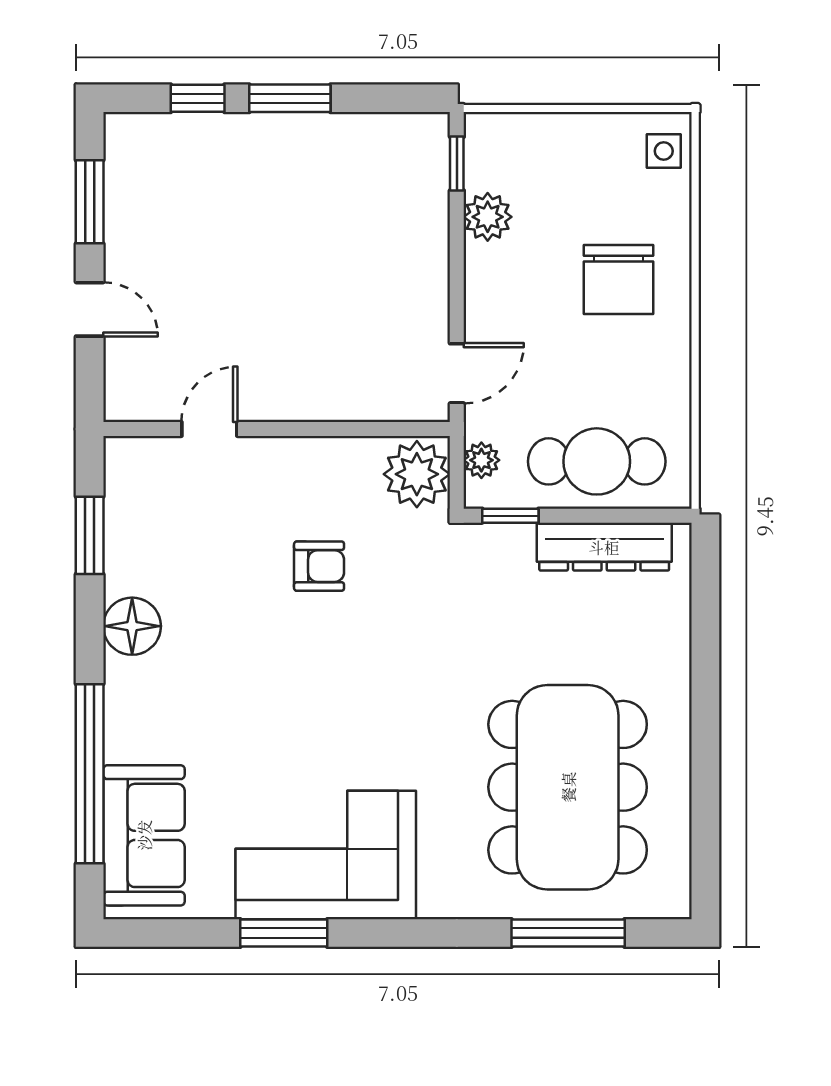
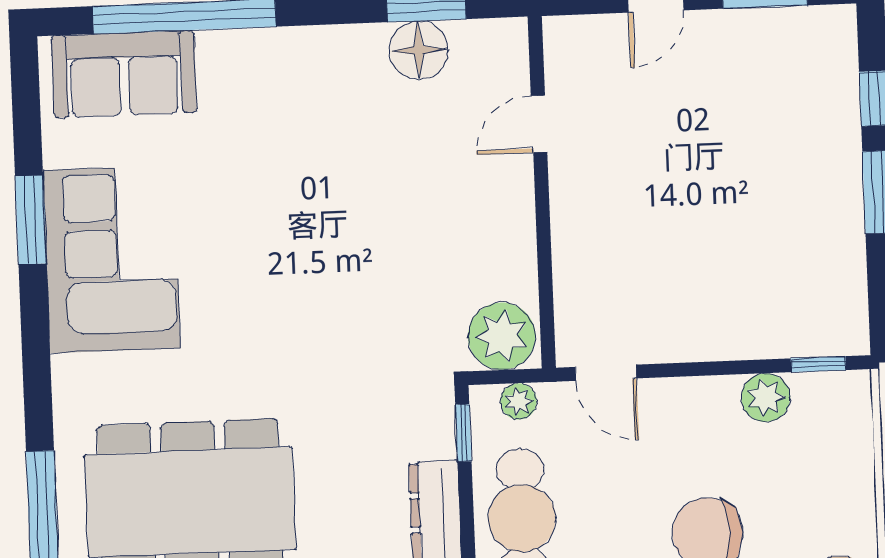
door: (209, 429) -> (539, 124), swing flipped
armchair: (319, 566) -> (404, 241), removed
floor lamp: (132, 626) -> (419, 50), moved

